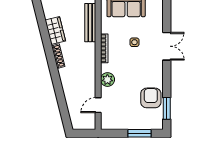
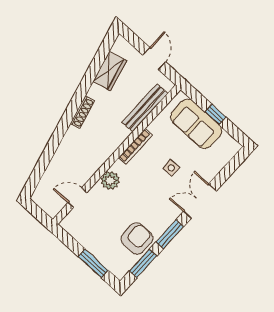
wardrobe: (55, 30) -> (110, 71), moved
double door: (167, 46) -> (200, 201), swing flipped
window: (167, 79) -> (170, 234), added

